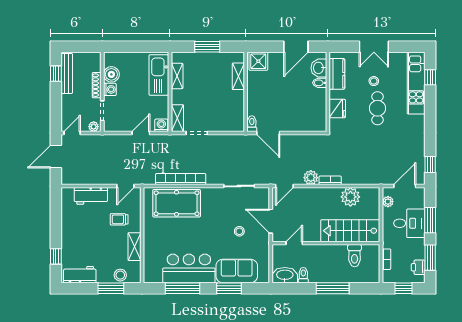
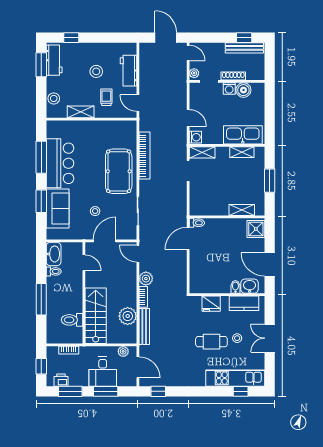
bench: (361, 179) -> (144, 326), added
pool table: (177, 203) -> (119, 171), moved
stool: (92, 230) -> (96, 71), added
window: (111, 288) -> (41, 65), moved

